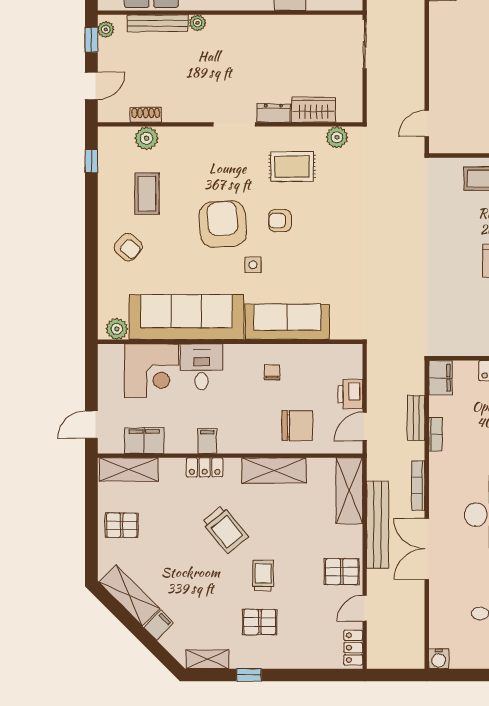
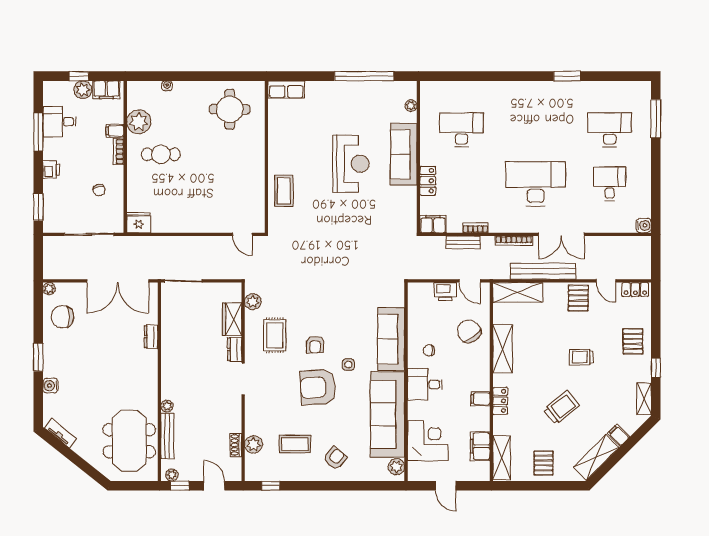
desk: (201, 367) -> (425, 384), moved
door: (91, 425) -> (446, 486), moved
chair: (297, 426) -> (469, 331), turned -36
trolley: (225, 530) -> (561, 408), moved
pallet: (260, 622) -> (633, 341), moved

